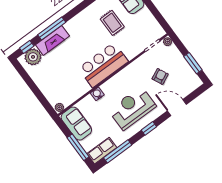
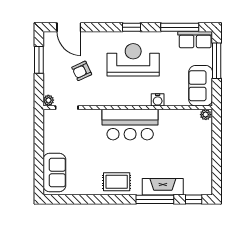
rug: (112, 23) -> (117, 182), moved, turned 90
plant: (33, 57) -> (195, 185), removed
reception desk: (132, 108) -> (133, 60), turned 180
door: (177, 108) -> (69, 27), moved

